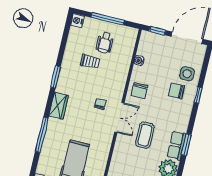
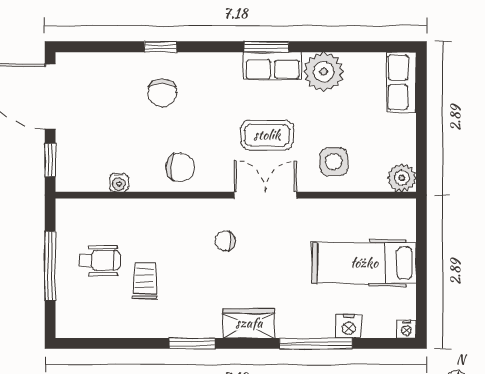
nightstand: (77, 21) -> (349, 326), moved
side table: (187, 74) -> (334, 162), moved
double door: (119, 118) -> (265, 195), moved

